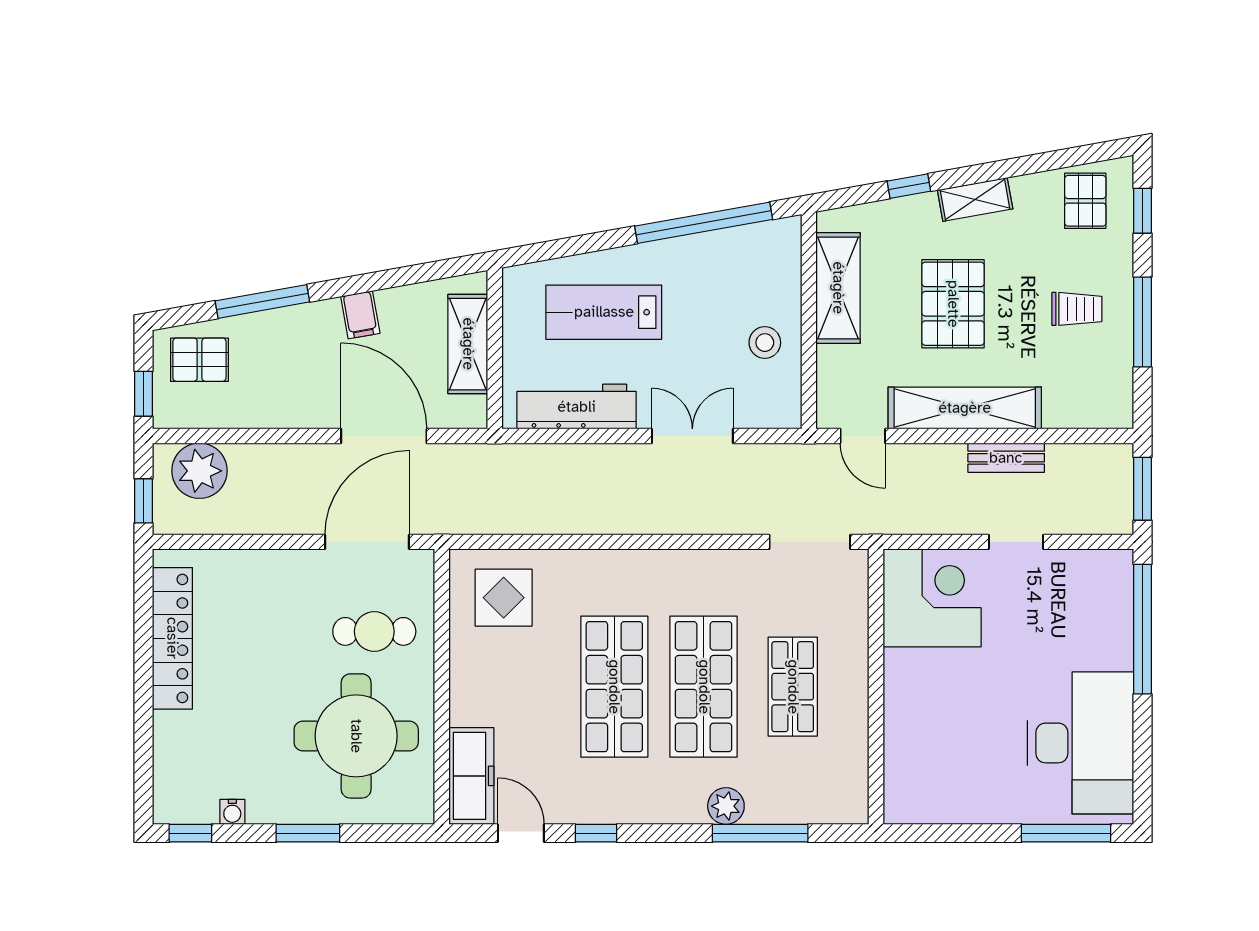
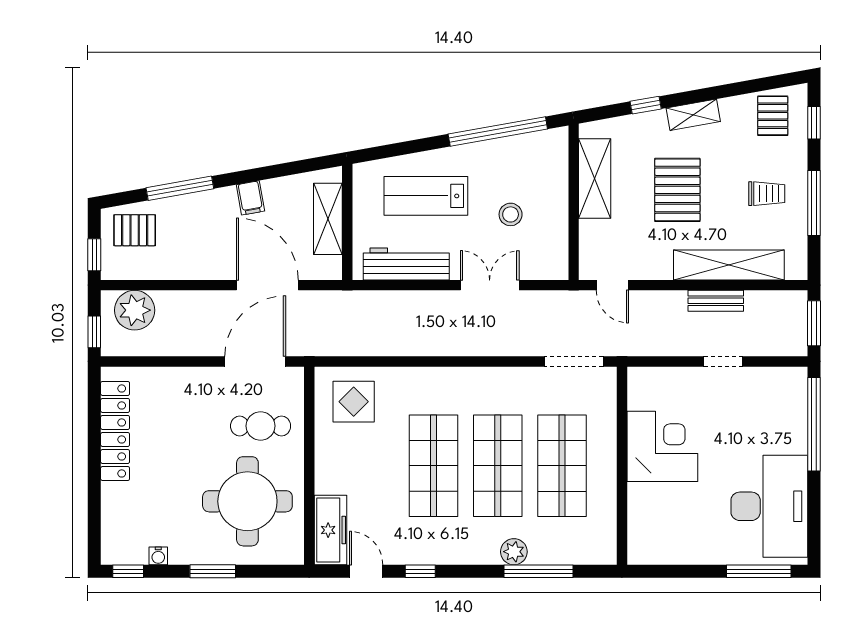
stool: (765, 343) -> (511, 214), moved
shelving: (965, 408) -> (729, 265), moved
corner desk: (932, 598) -> (662, 446), moved
shop shelf: (793, 687) -> (562, 466), width x1.43, depth x1.36

